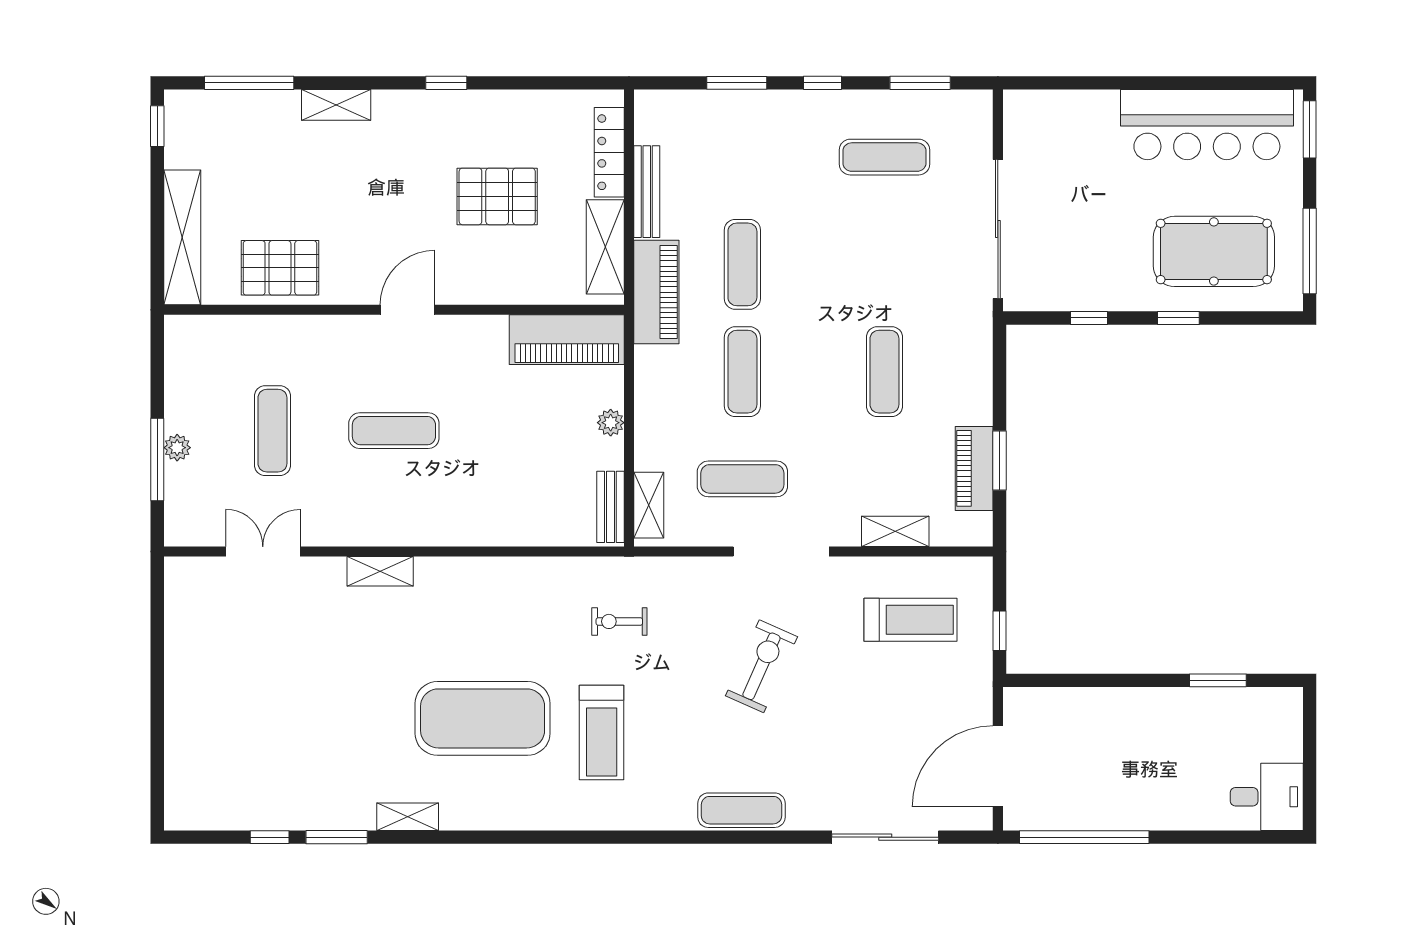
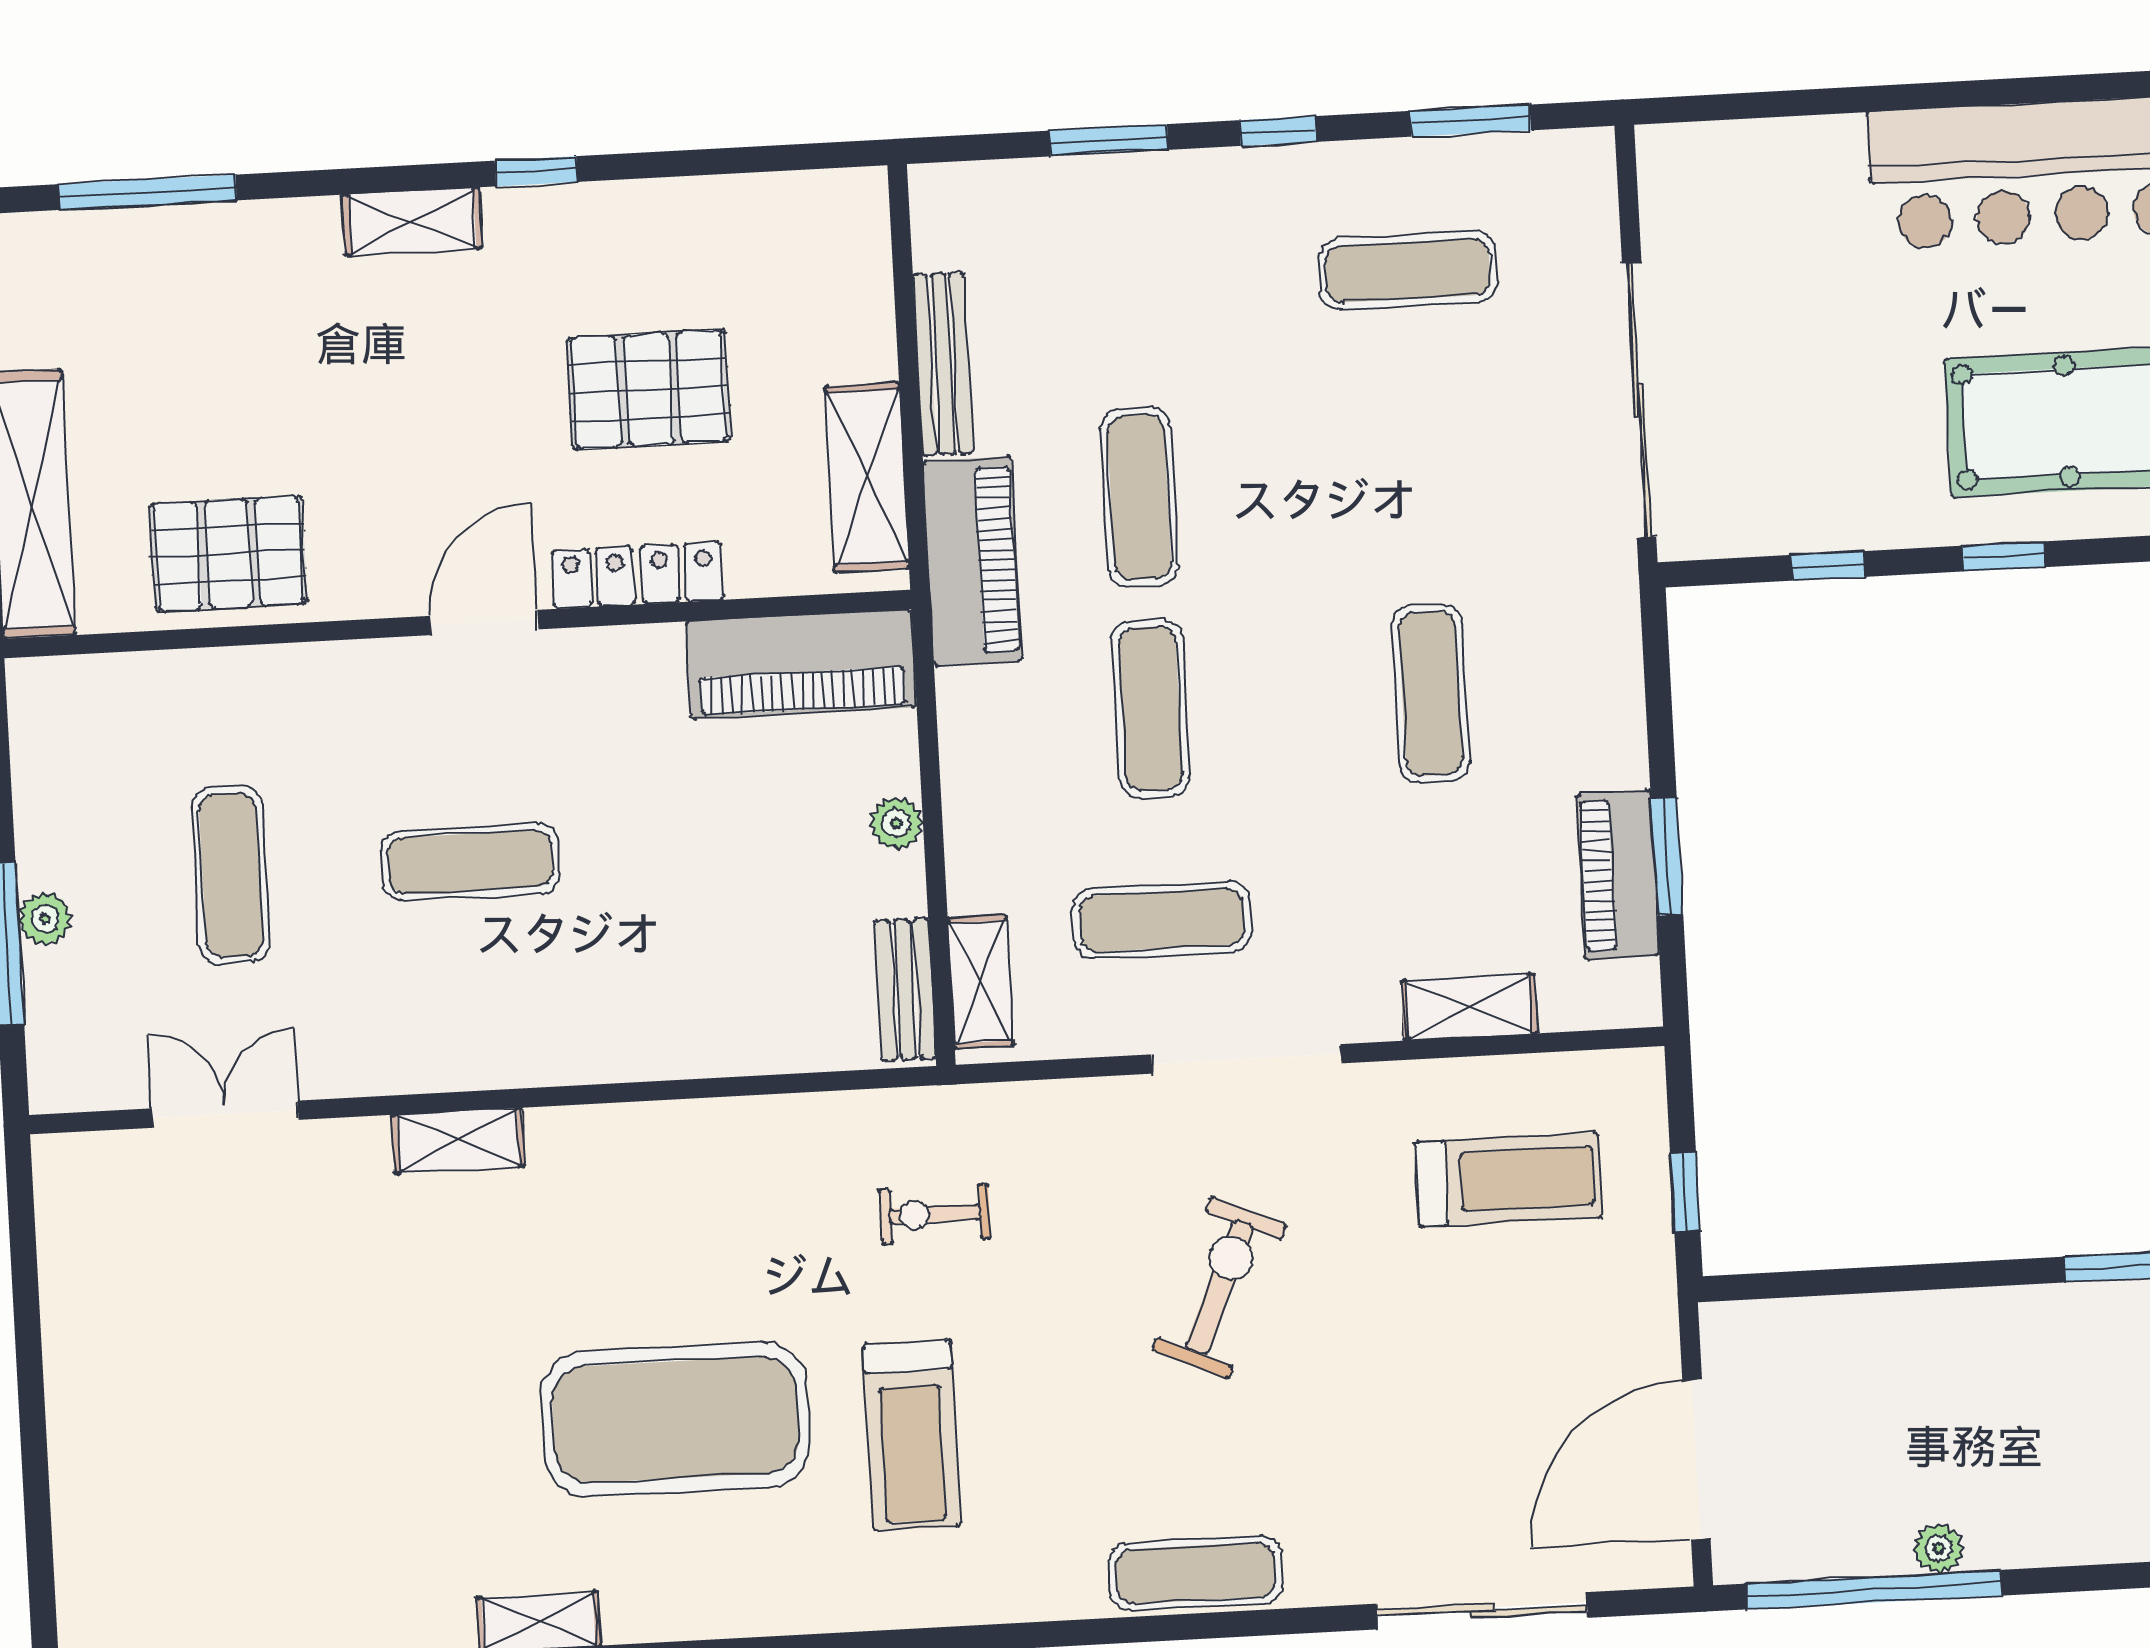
shelving: (336, 105) -> (412, 221), moved
locker: (609, 152) -> (638, 575), moved, turned 90
plant: (1118, 818) -> (1939, 1548), added

